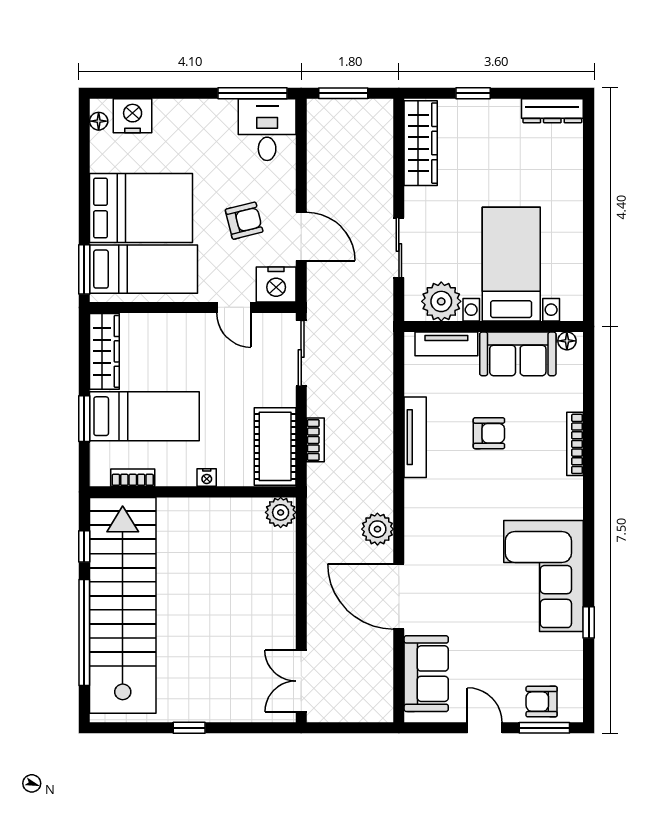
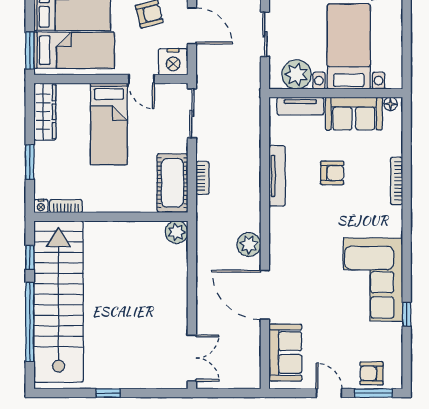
bed: (144, 416) -> (109, 124), moved, turned 90
nightstand: (207, 477) -> (41, 206), moved
double door: (301, 681) -> (192, 358), swing flipped

